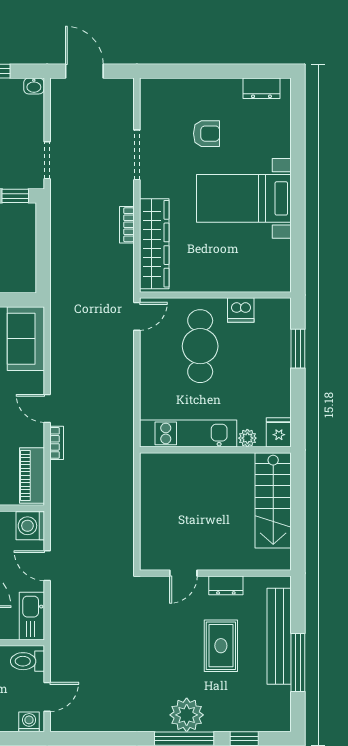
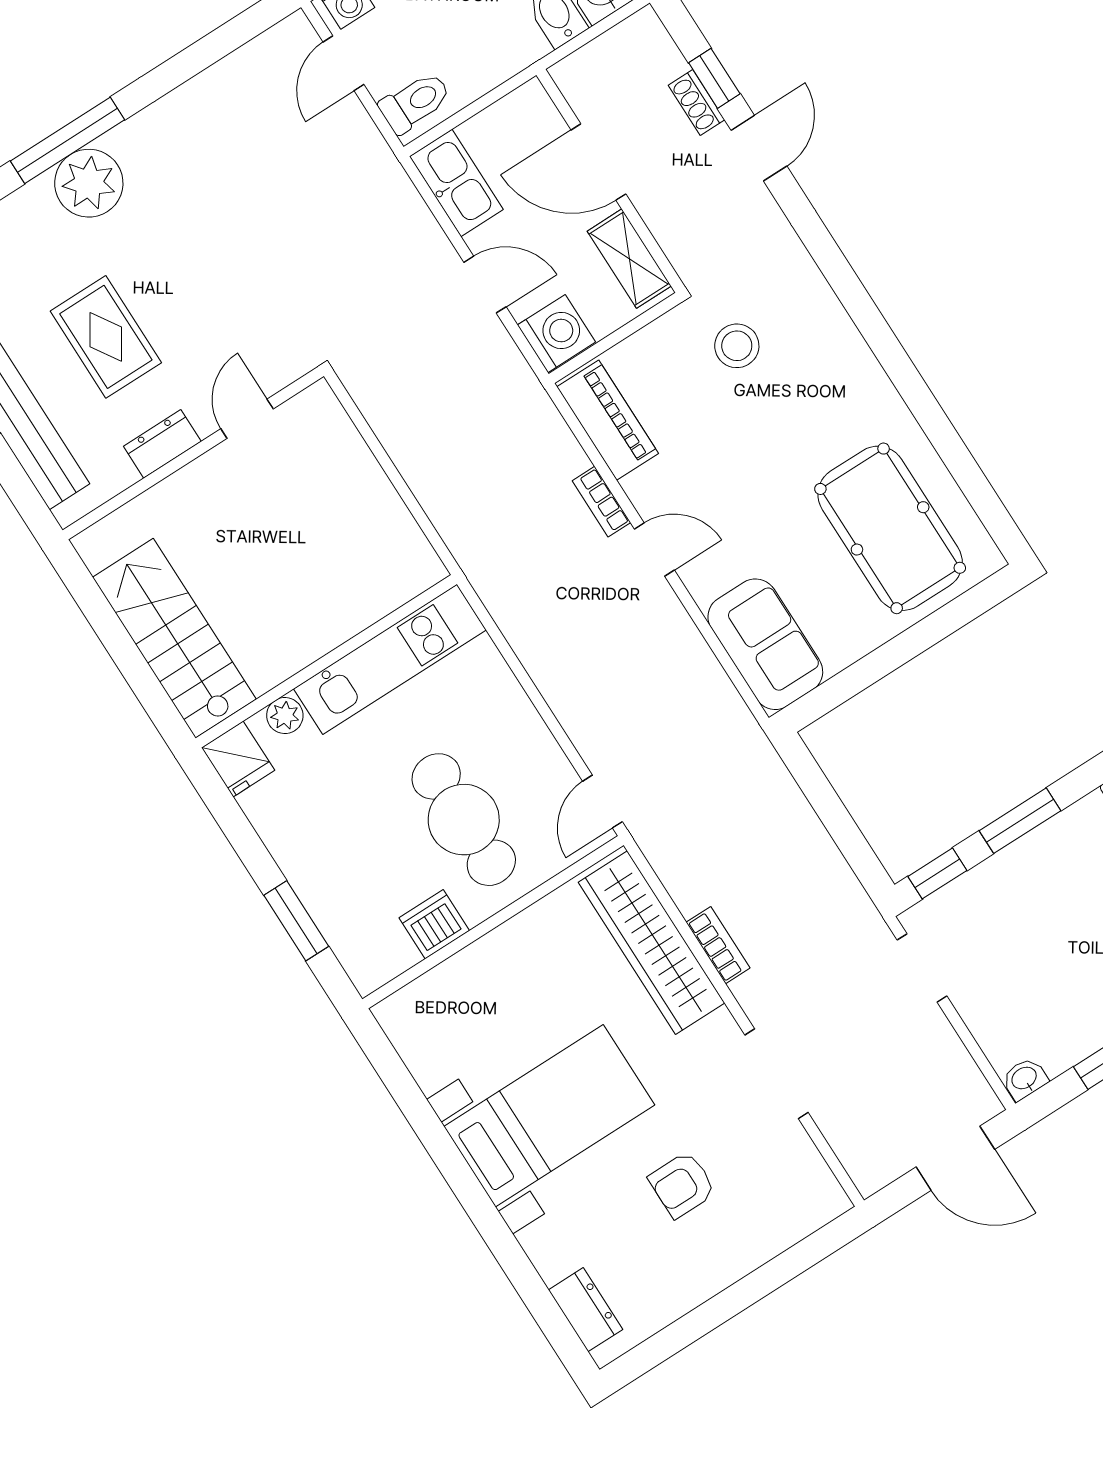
dresser: (261, 88) -> (586, 1310), moved, turned 90

